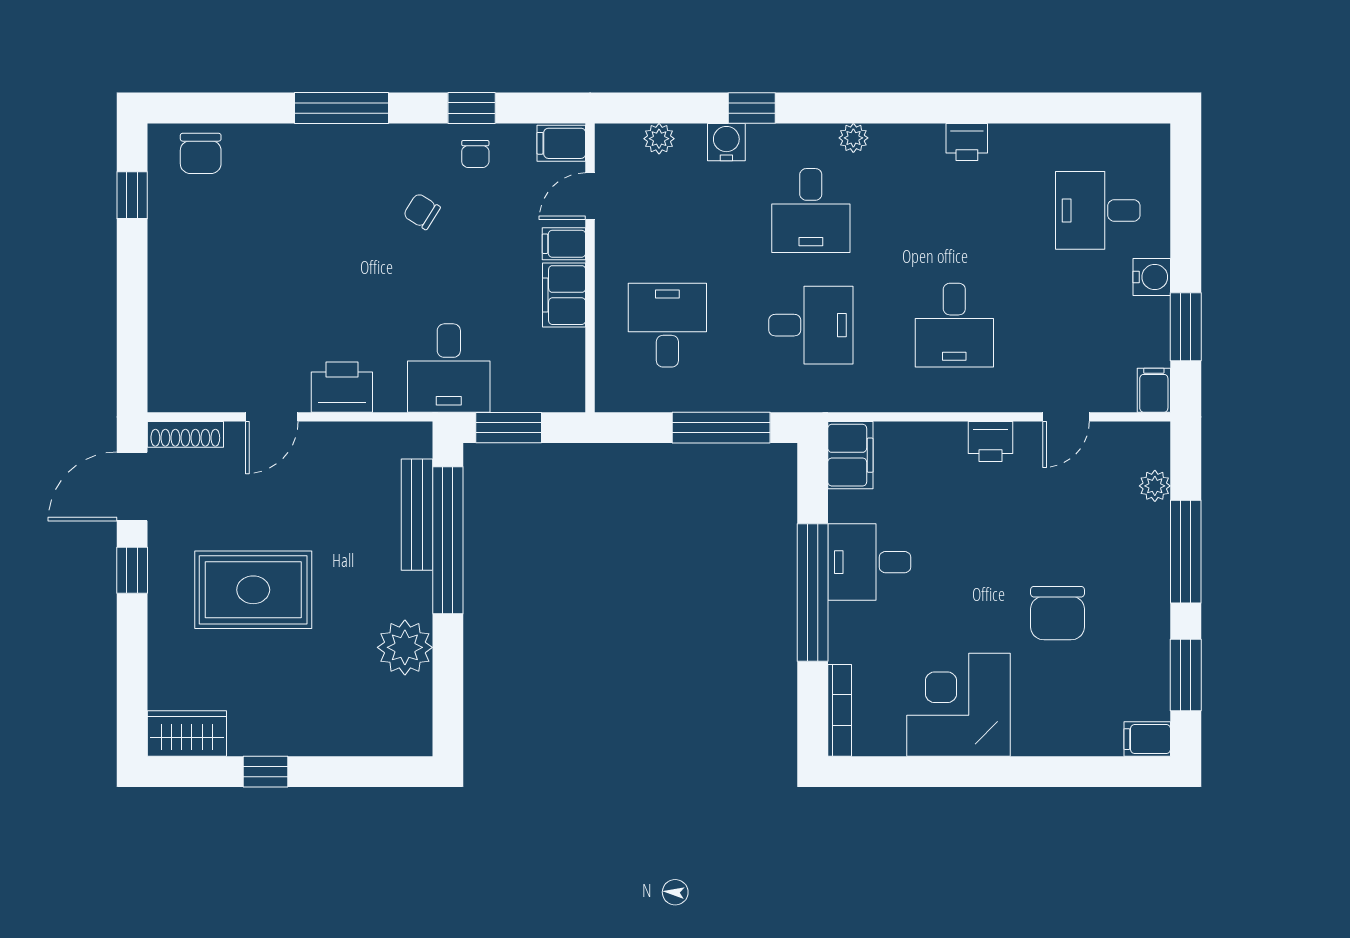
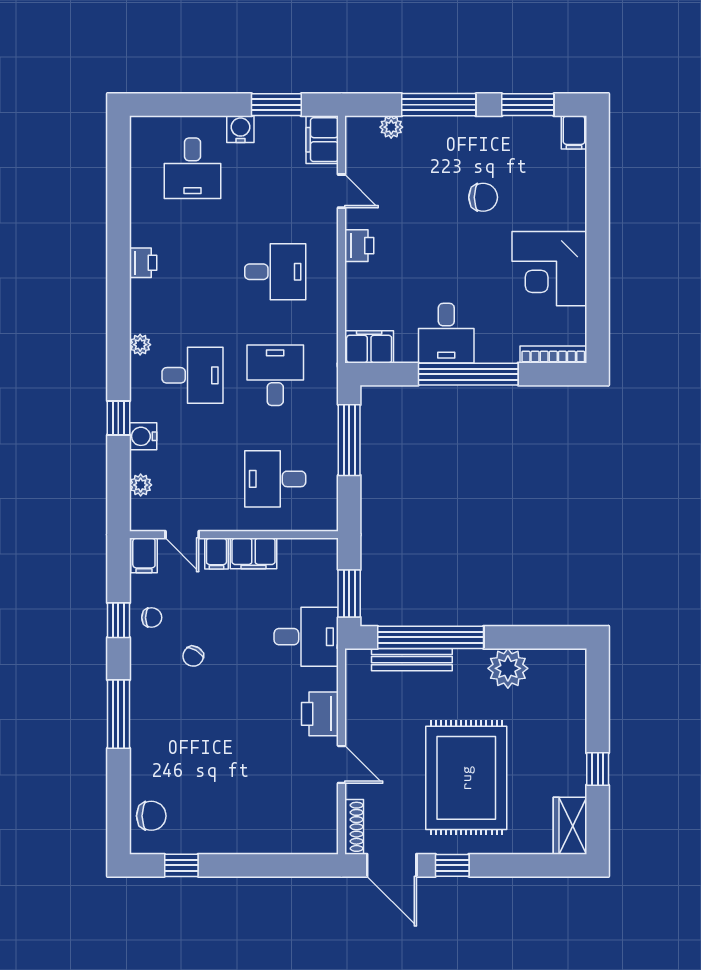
filing cabinet: (1154, 390) -> (322, 140), width x2.00
rug: (253, 590) -> (466, 778), width x1.37, depth x1.44
chair: (1058, 613) -> (483, 197), width x0.73, depth x0.73

